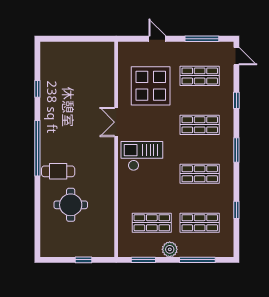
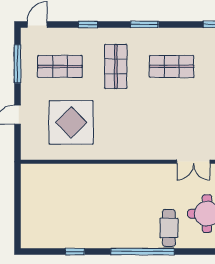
shop shelf: (200, 76) -> (60, 66), turned 90
double door: (116, 122) -> (193, 162), moved
checkout: (142, 156) -> (151, 132), removed
shop shelf: (200, 174) -> (172, 66), turned 90

